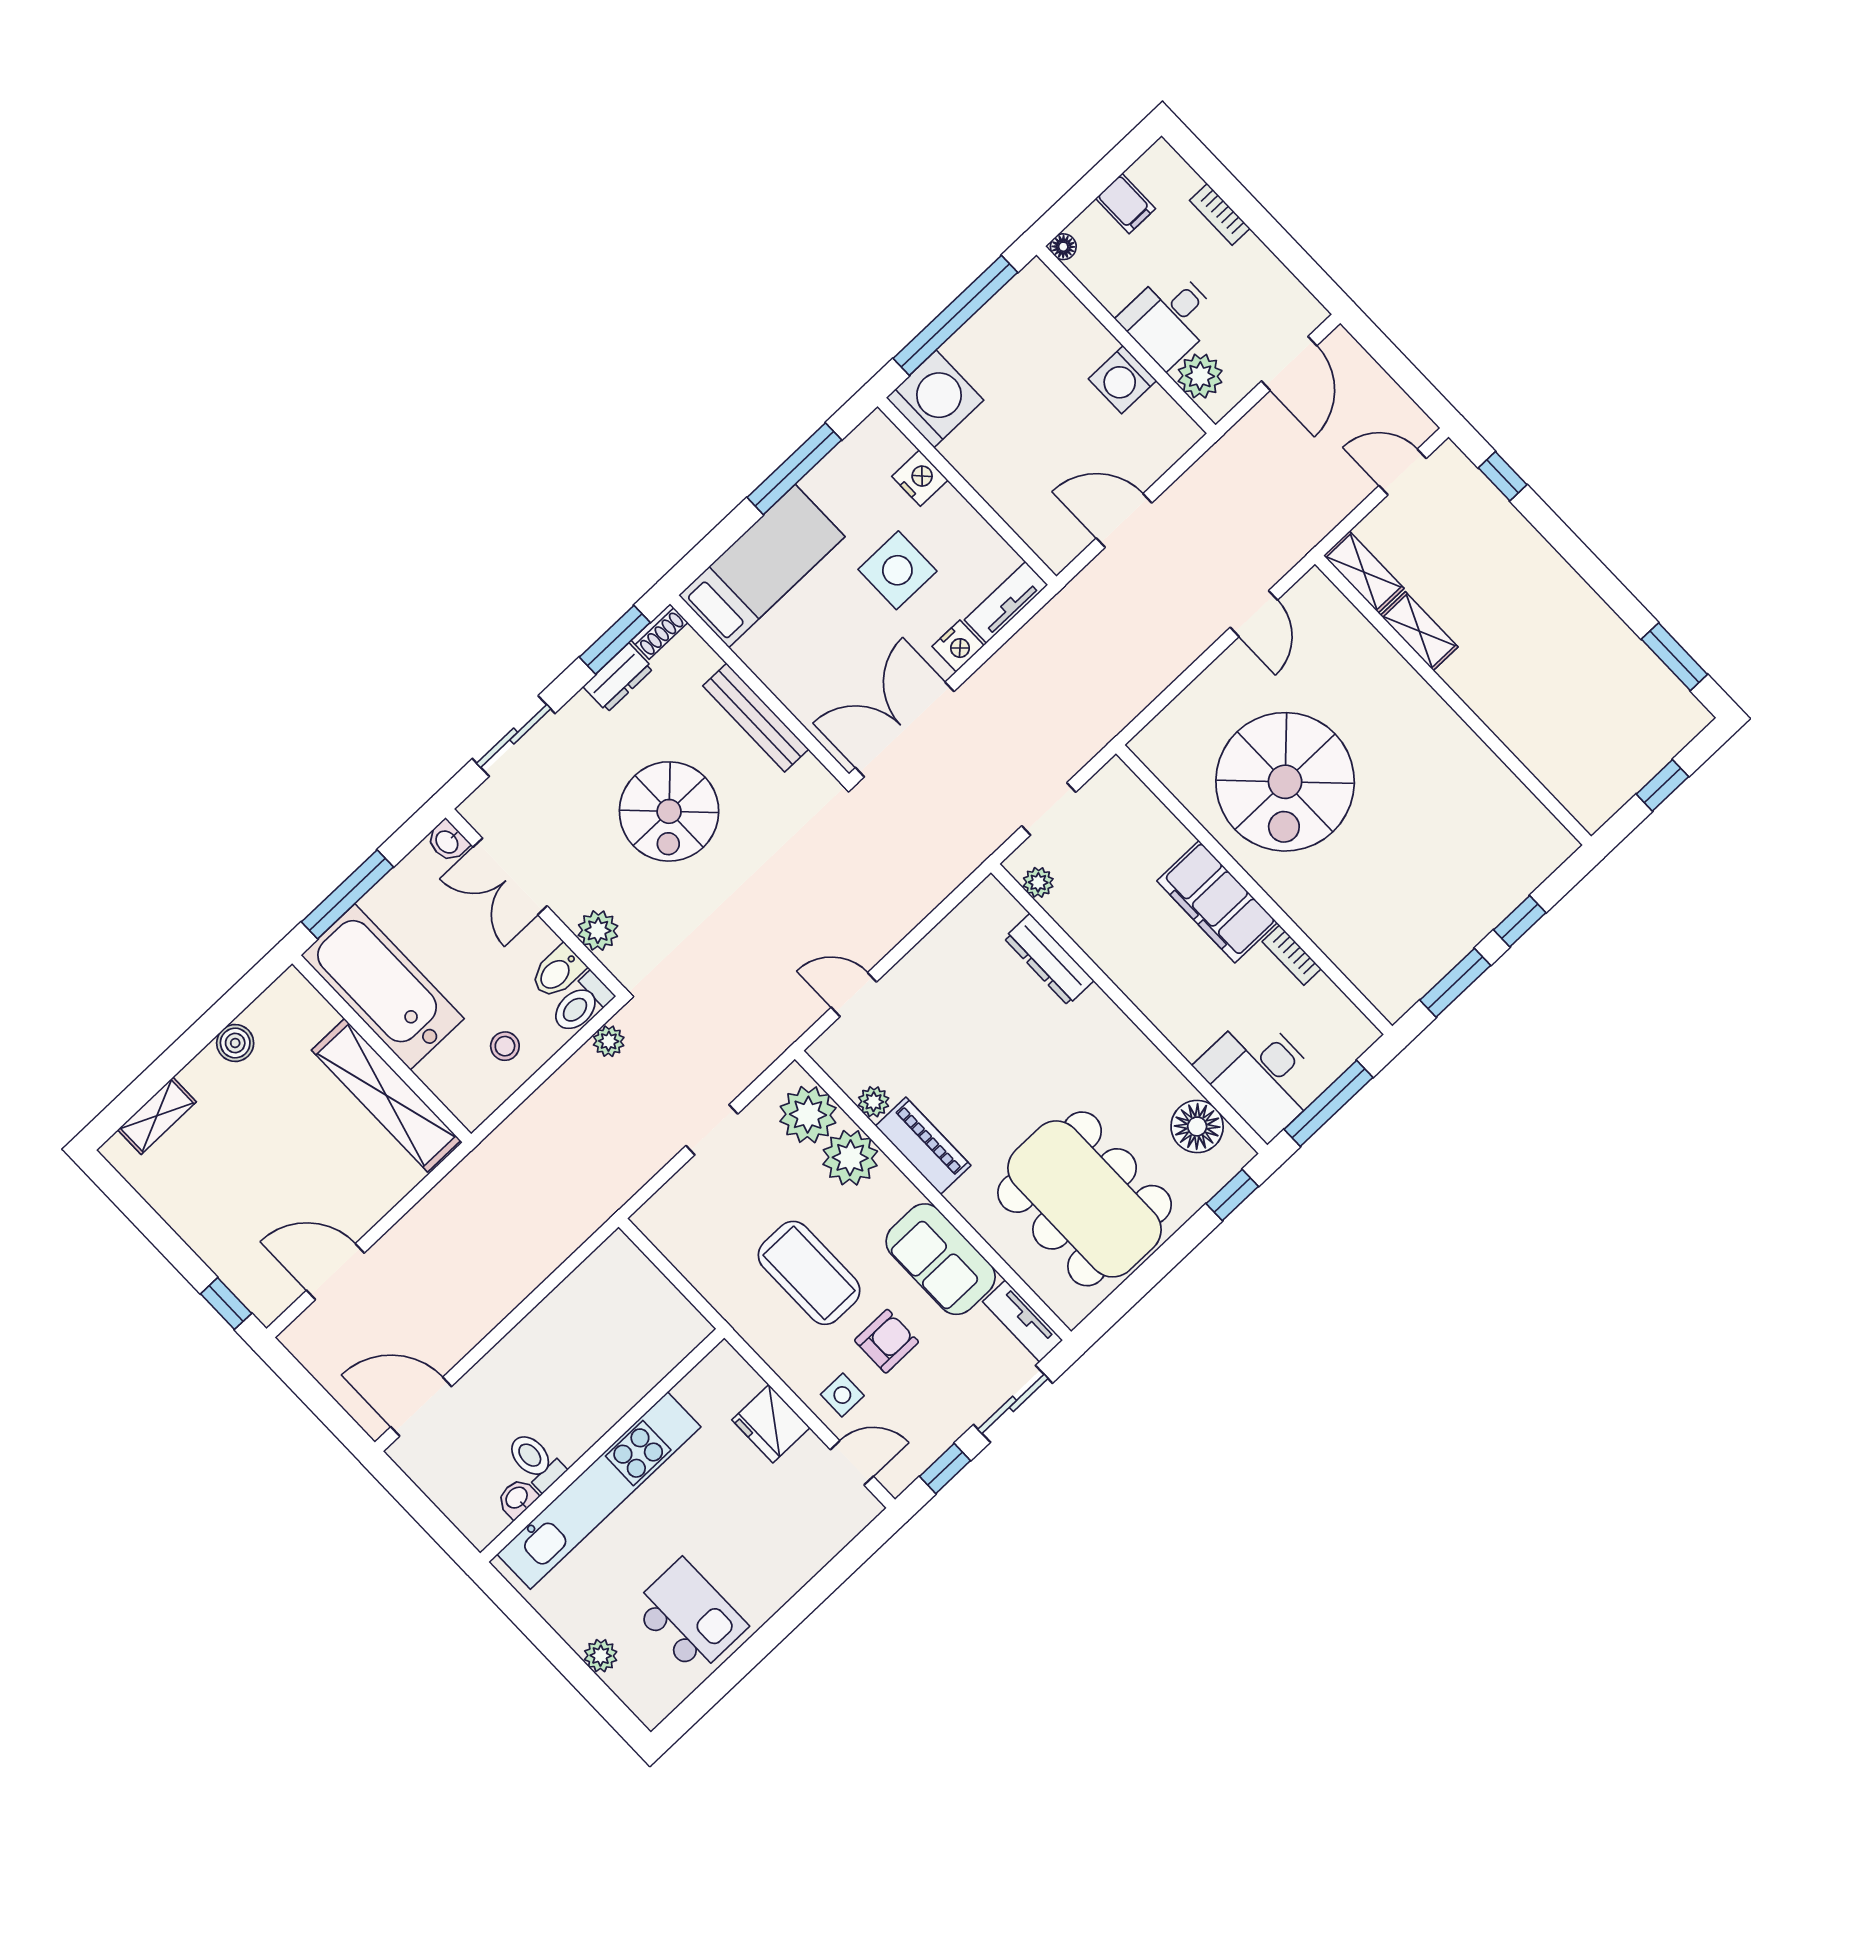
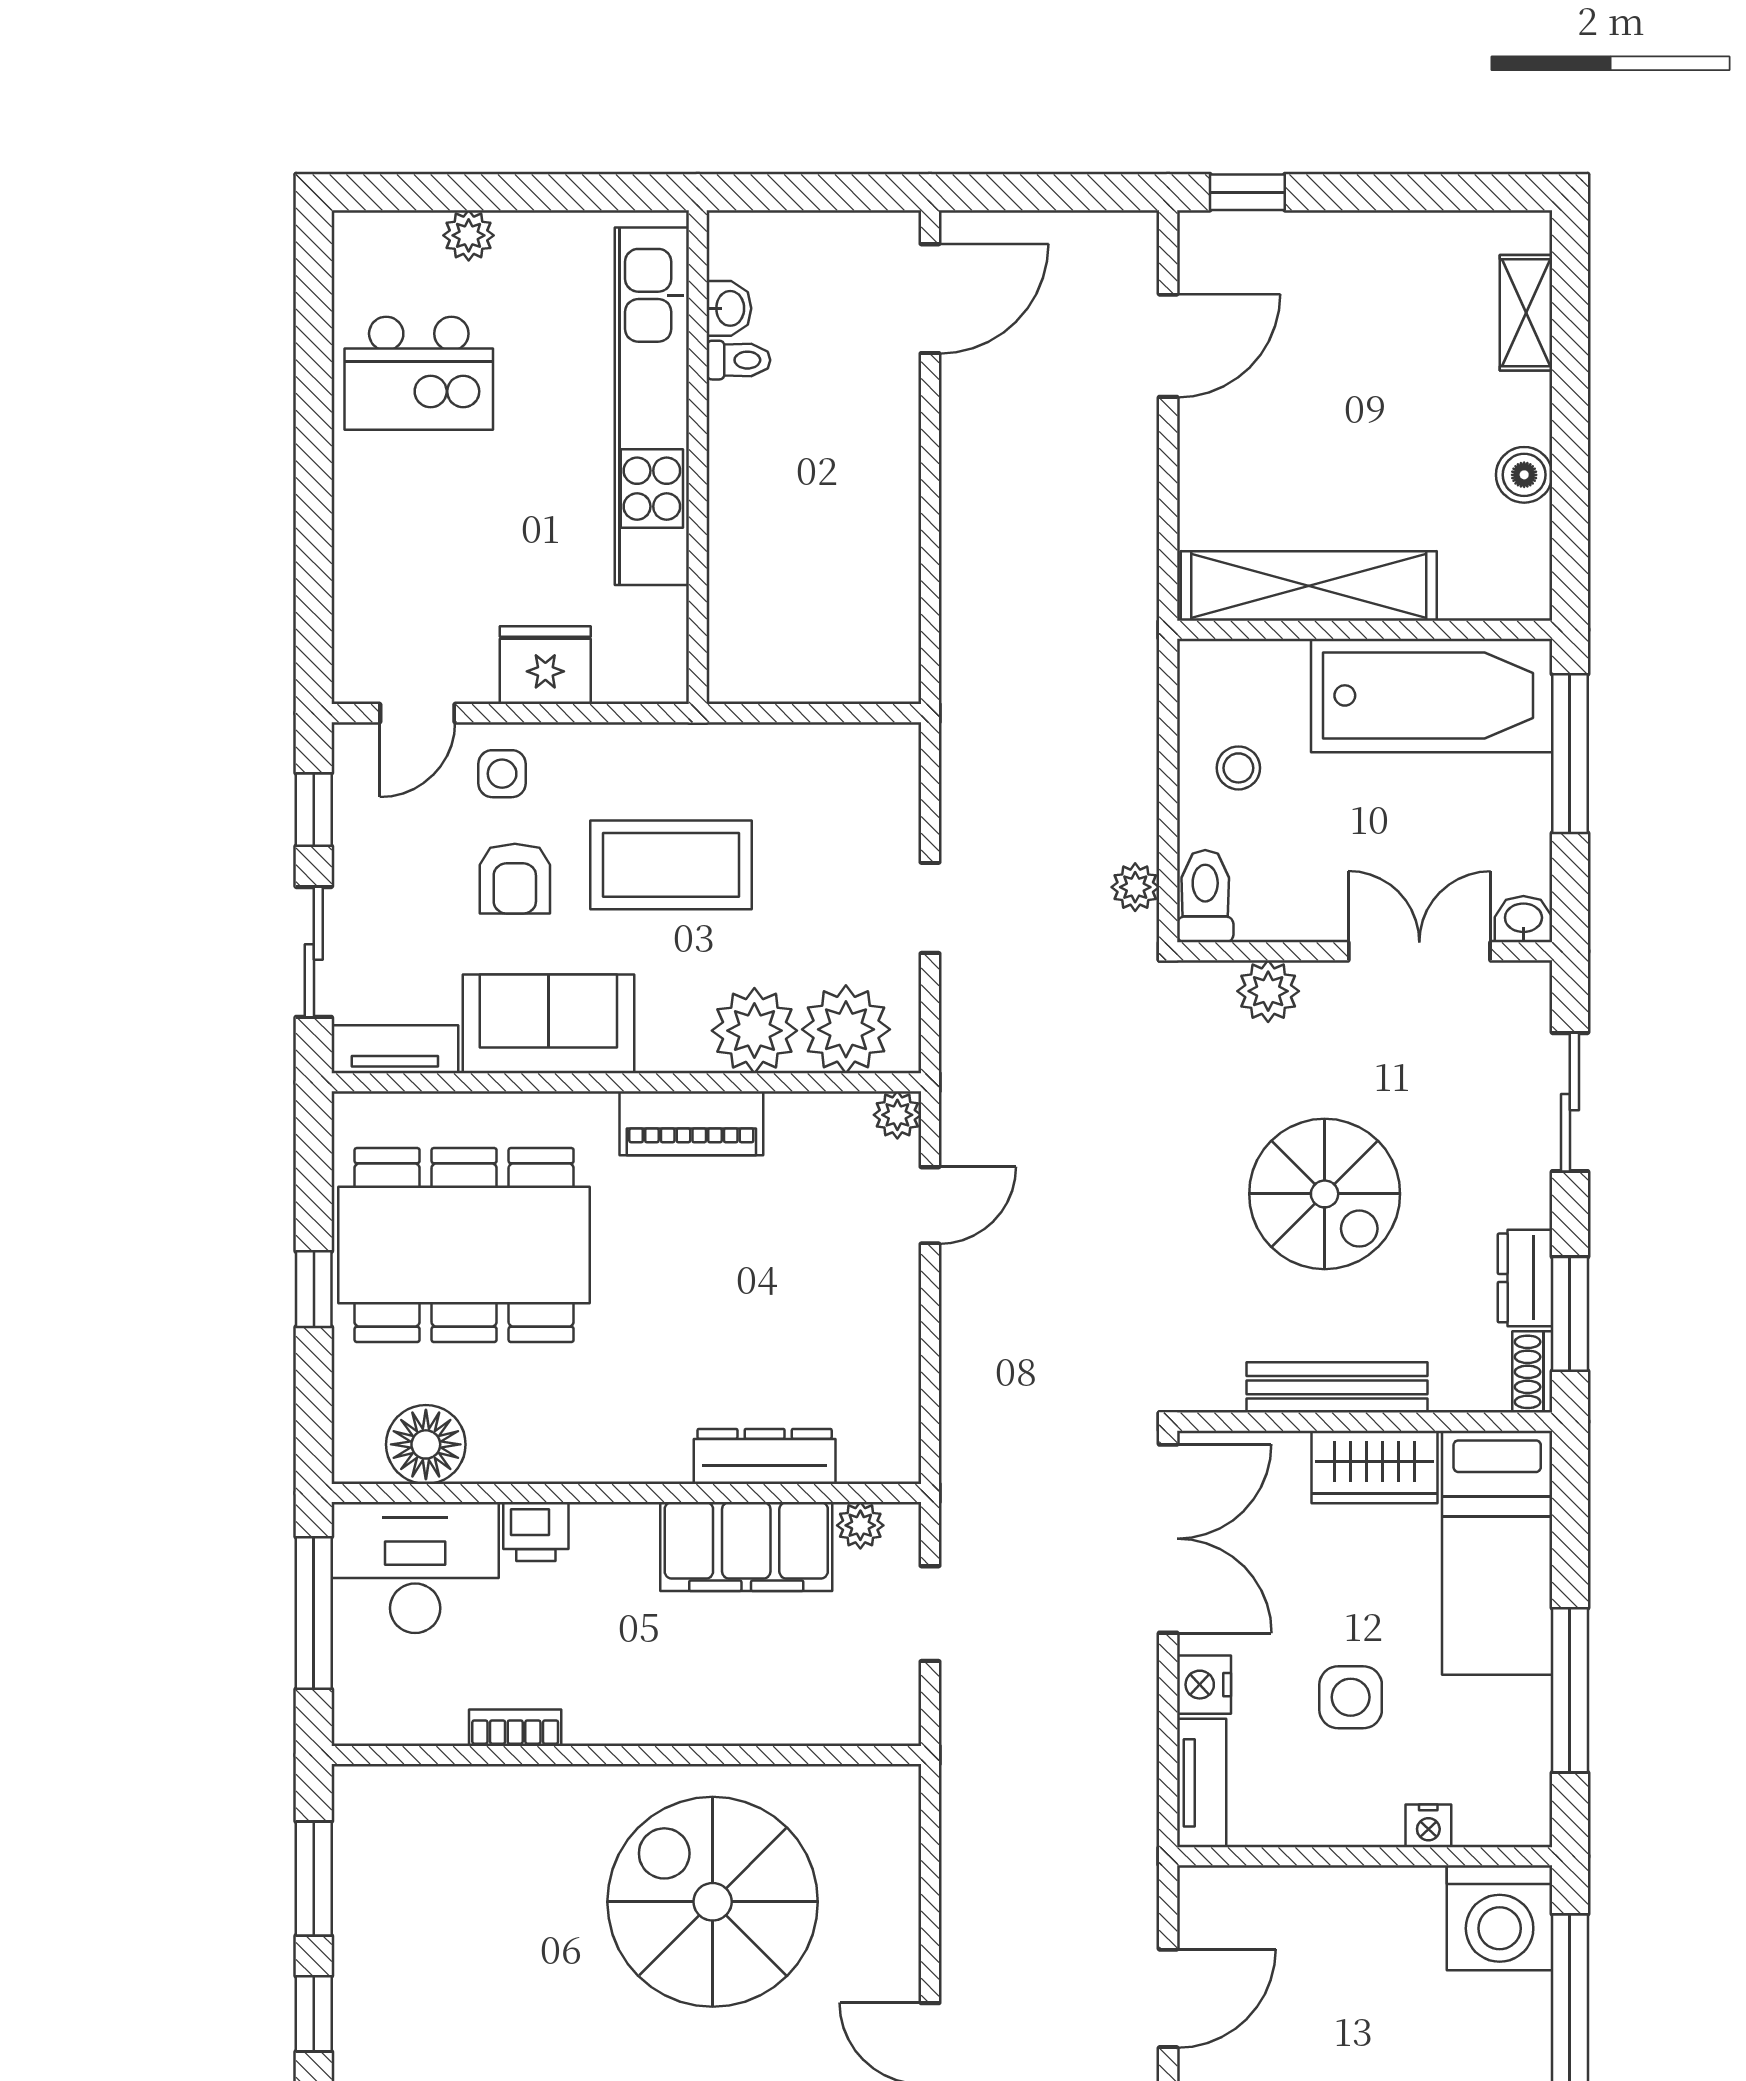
nightstand: (920, 478) -> (1428, 1826), width x0.72, depth x0.74
side table: (897, 570) -> (1351, 1697), width x0.73, depth x0.73
wardrobe: (777, 663) -> (1375, 1467), added
spiral stairs: (669, 811) -> (1325, 1194), turned 180
filing cabinet: (1217, 902) -> (746, 1547), moved, turned 180
bidet: (558, 972) -> (1265, 903), removed
printer: (1189, 1034) -> (536, 1532), added
plant: (874, 1102) -> (897, 1115), moved
window: (1232, 1195) -> (314, 1289), moved
toilet: (535, 1461) -> (738, 360), width x0.73, depth x0.72

